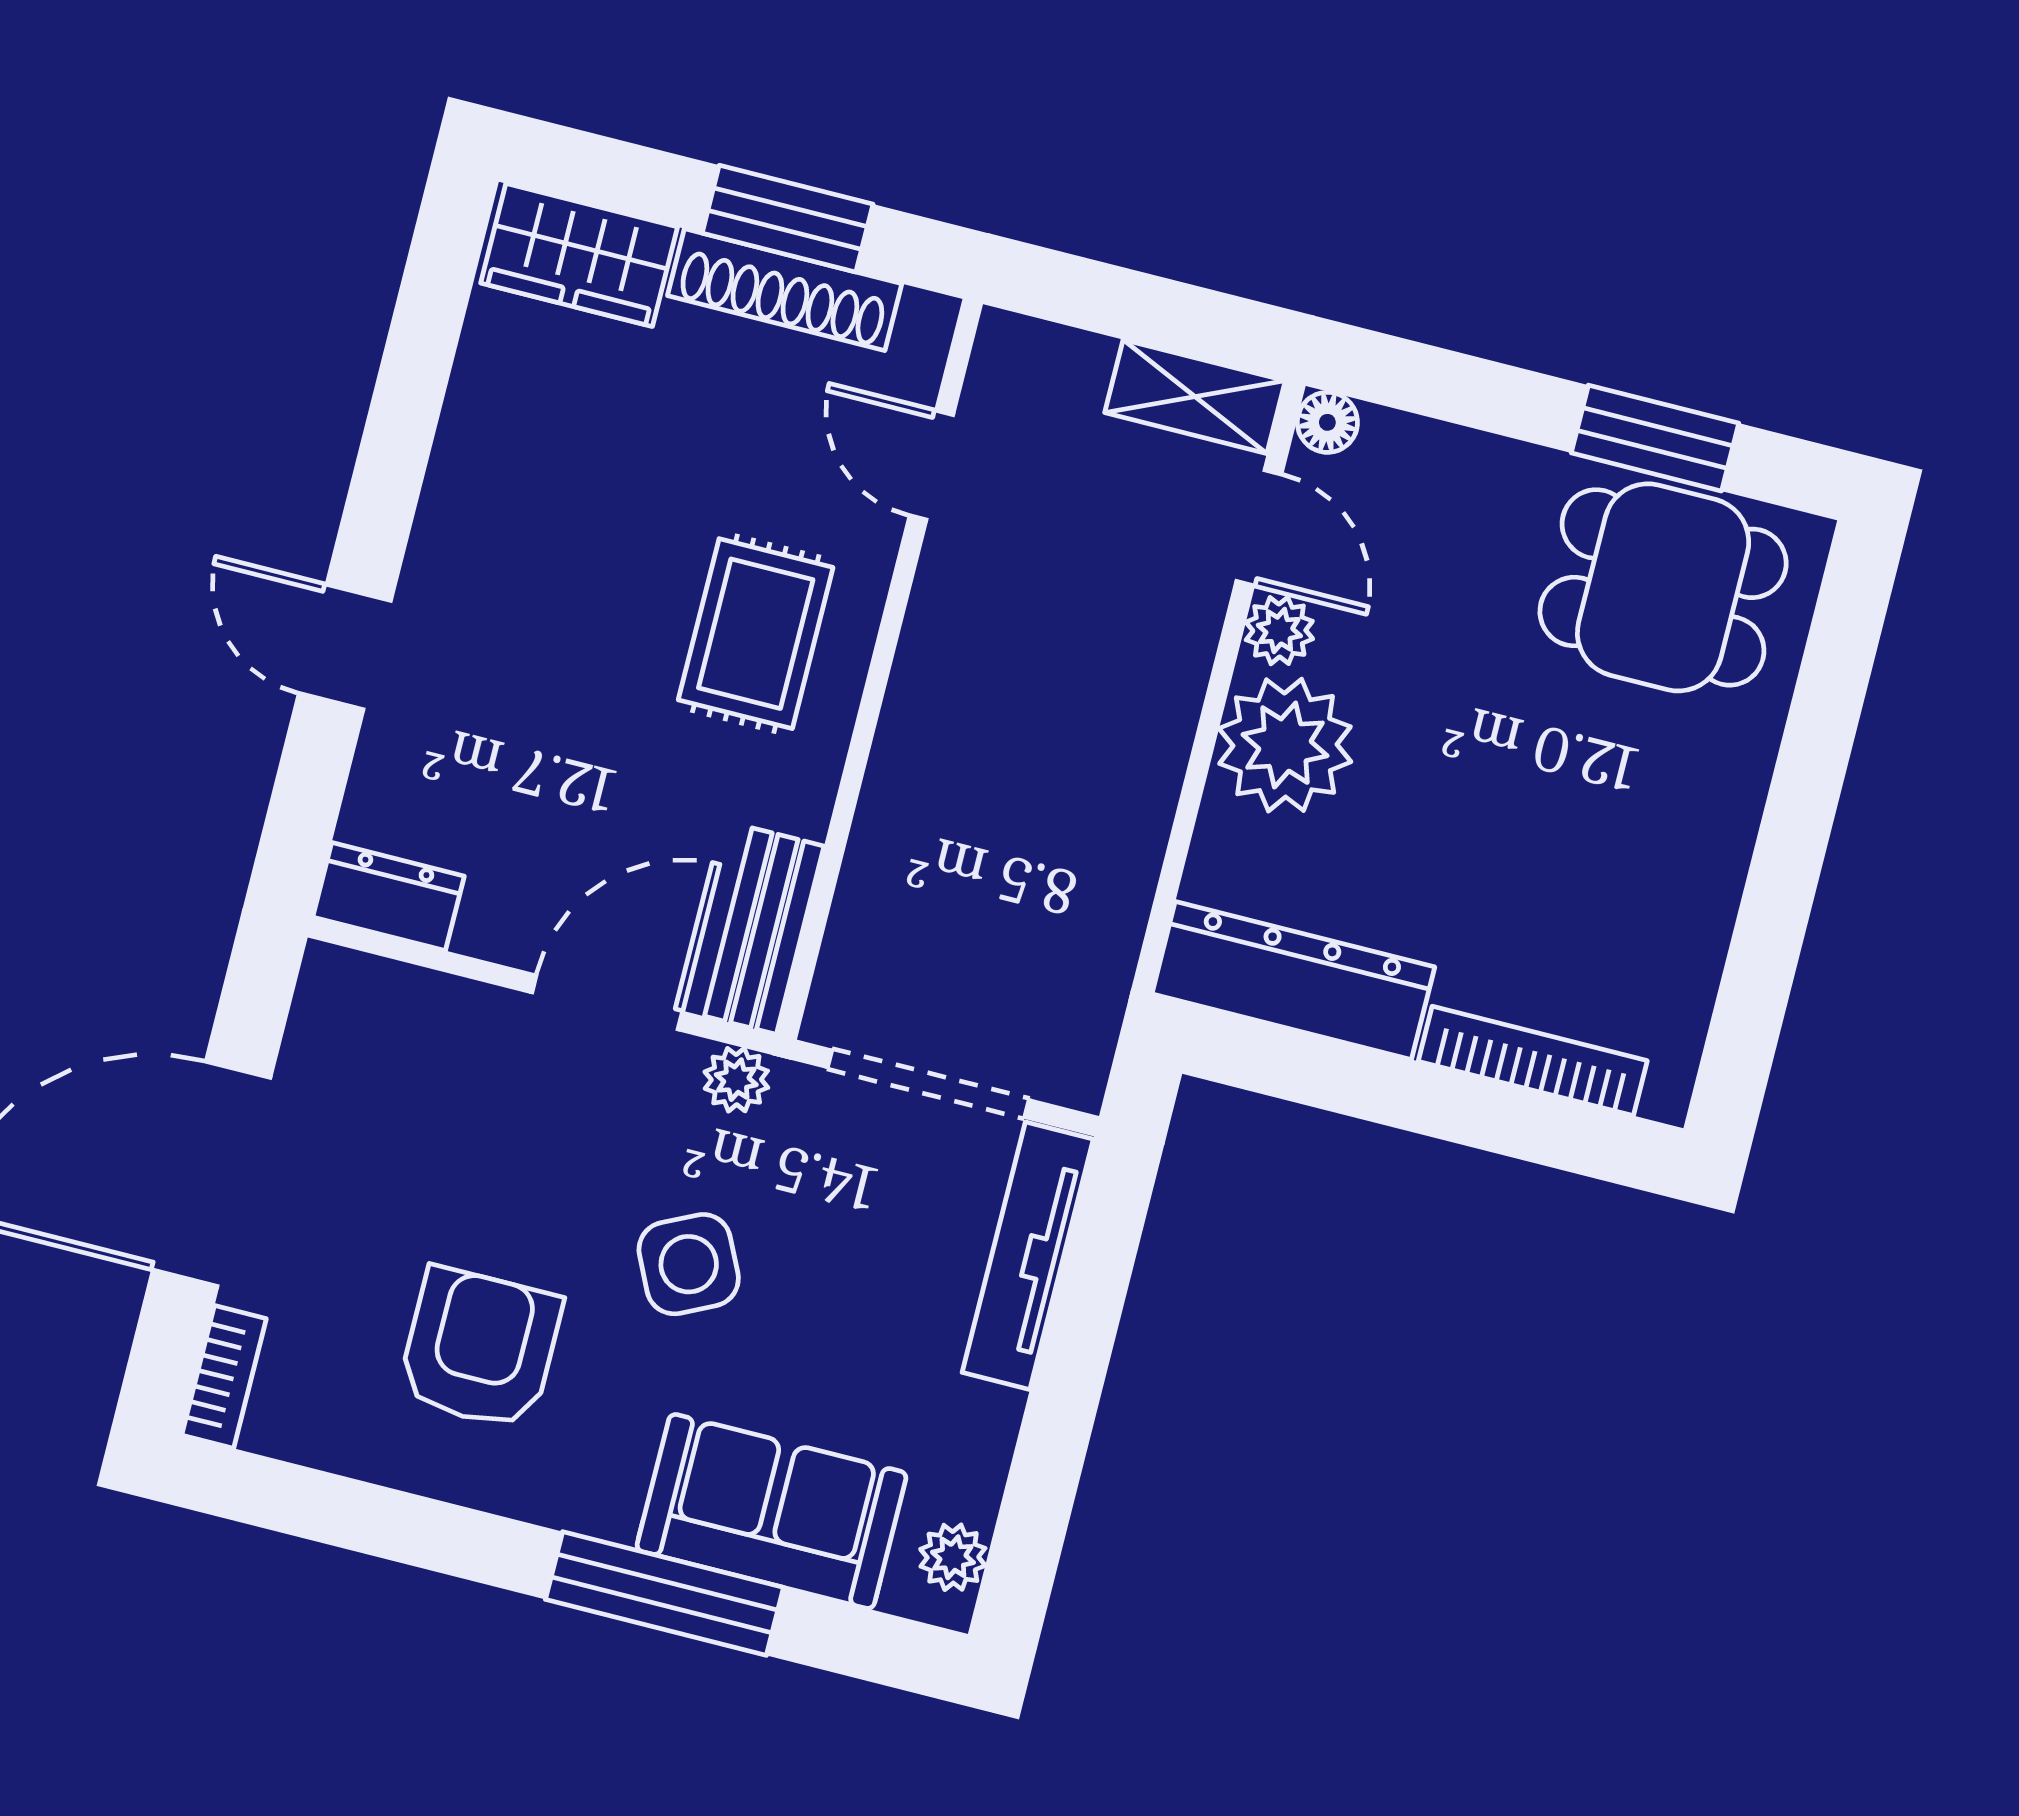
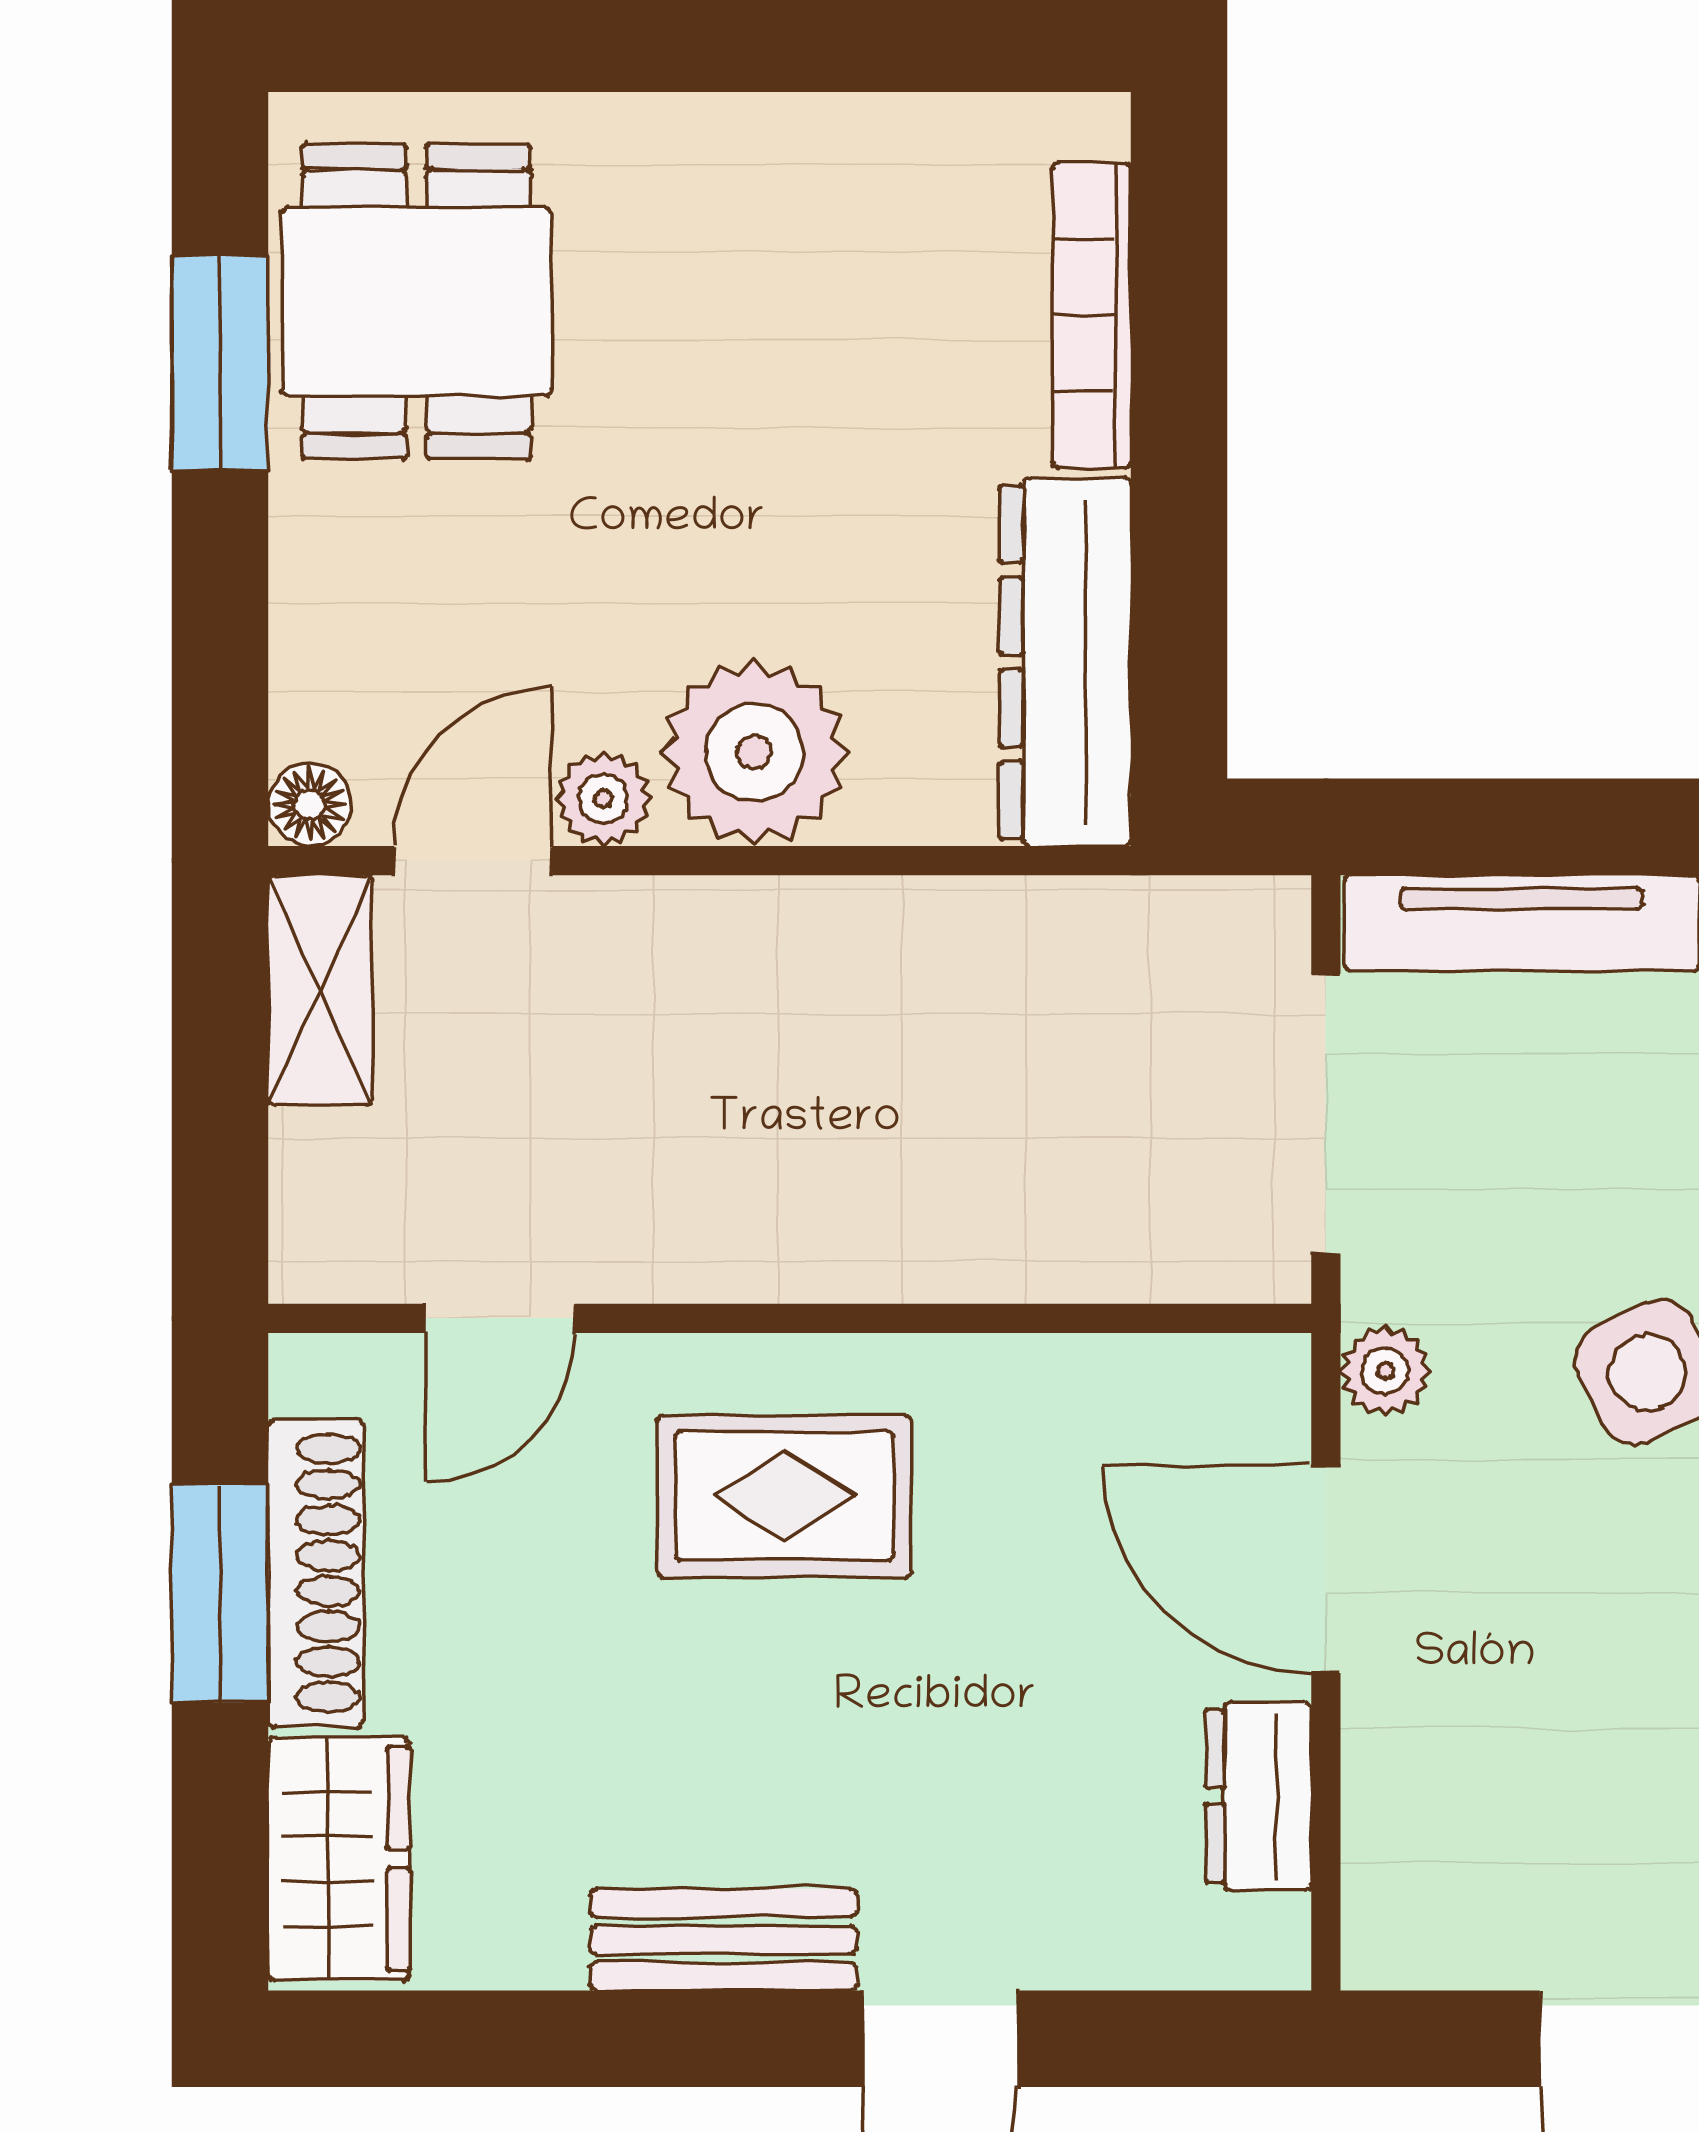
dresser: (389, 897) -> (1259, 1796), moved
bench: (764, 931) -> (723, 1940), moved

